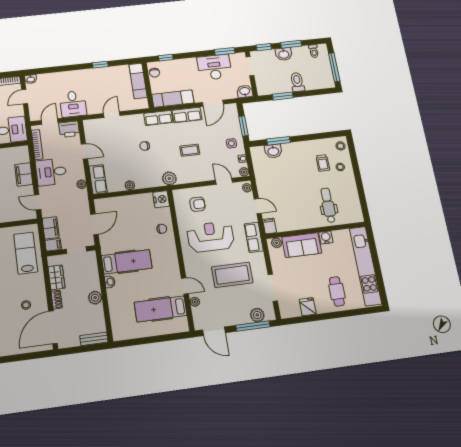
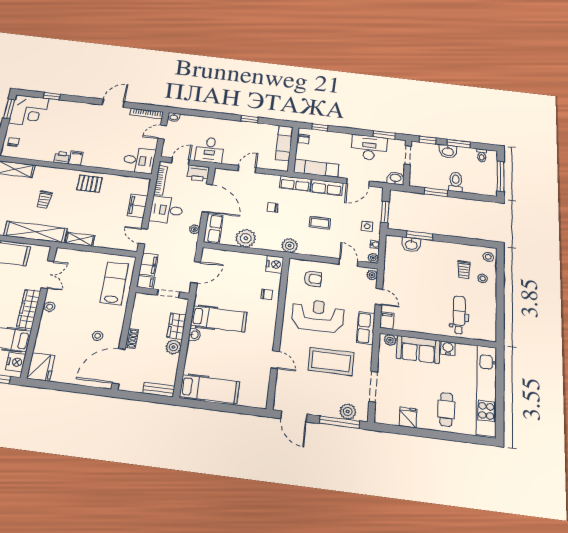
door: (84, 151) -> (207, 198), width x1.87
plant: (130, 185) -> (246, 238), width x1.87, depth x1.87
wardrobe: (56, 277) -> (177, 326), moved, turned 180
plant: (195, 302) -> (281, 379), removed
hospital bed: (161, 309) -> (210, 389), moved, turned 180

